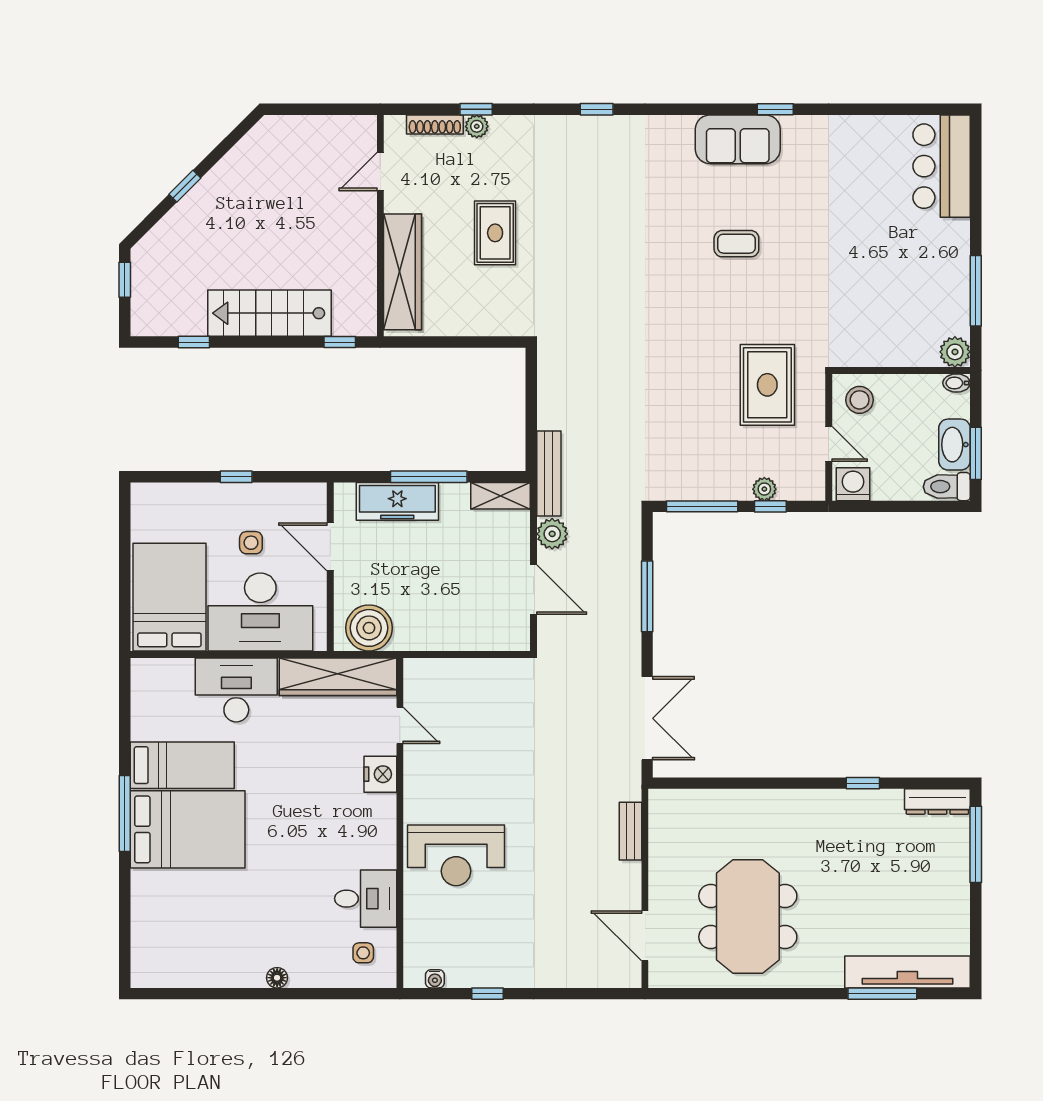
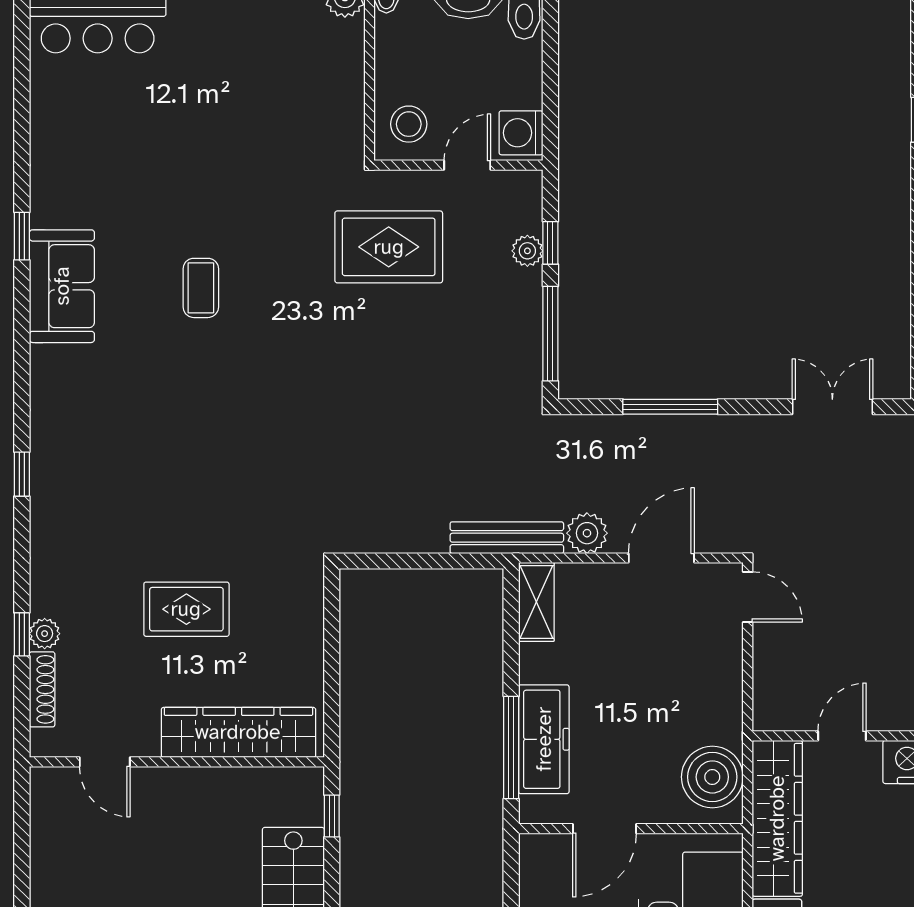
window: (429, 477) -> (511, 748), moved
door: (504, 654) -> (748, 597), added
double door: (647, 718) -> (832, 407), width x0.73

